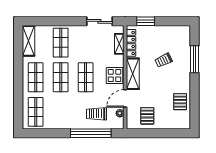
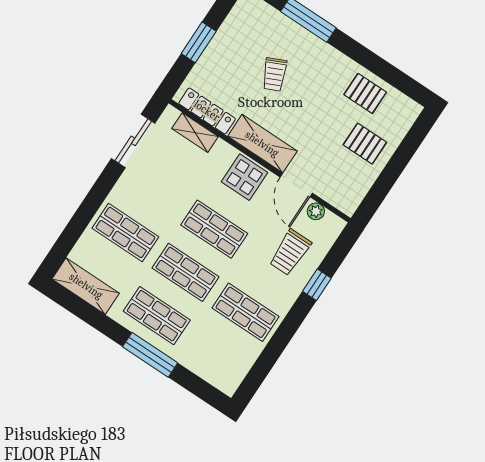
window: (146, 21) -> (199, 42), moved
window: (18, 85) -> (150, 355), added
shop shelf: (36, 112) -> (246, 312), moved
pallet: (147, 116) -> (365, 144), moved
window: (91, 133) -> (317, 285), width x0.32

